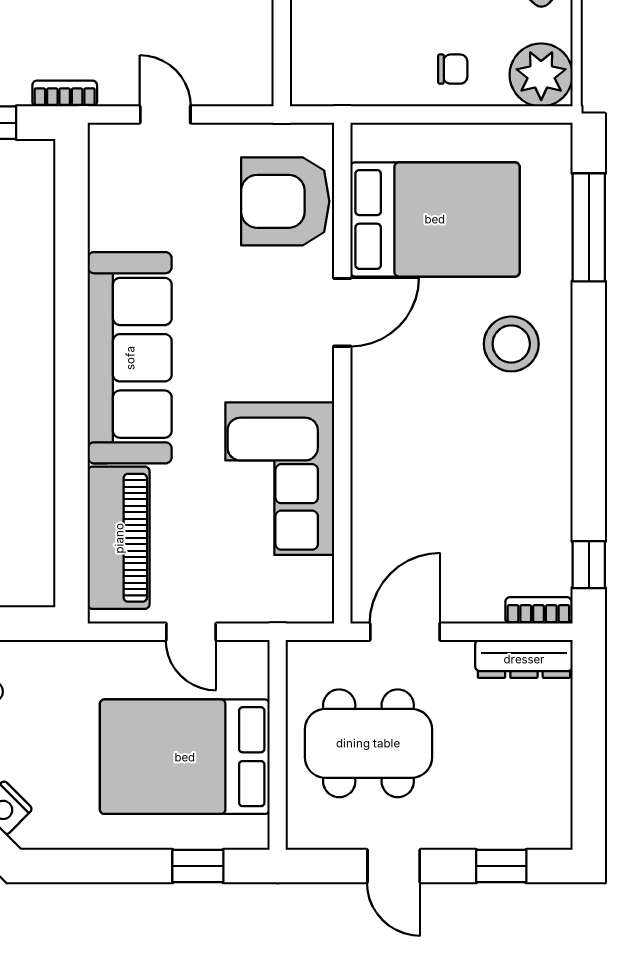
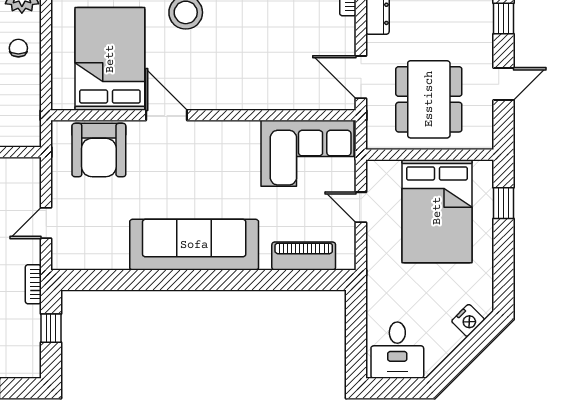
corner sofa: (280, 479) -> (308, 153), moved
piano: (119, 538) -> (304, 256), width x0.73, depth x0.75
door: (191, 632) -> (361, 207), swing flipped

